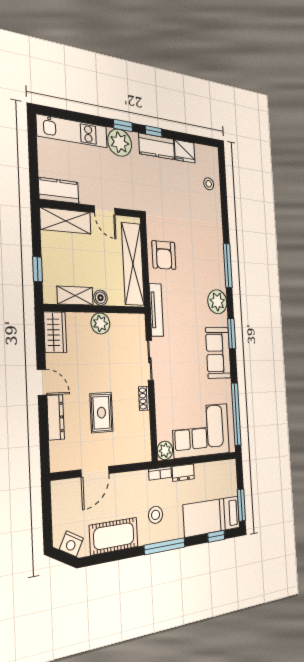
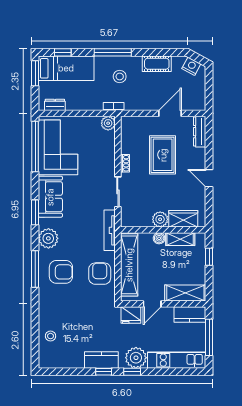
fridge: (185, 151) -> (131, 315), moved, turned 180
window: (33, 156) -> (209, 337), added
door: (105, 210) -> (152, 304), swing flipped
armchair: (203, 260) -> (61, 272), added
wardrobe: (55, 332) -> (183, 219), moved, turned 90
rug: (101, 413) -> (163, 155), width x1.36, depth x1.43
dresser: (56, 417) -> (200, 132), moved
corner sofa: (201, 430) -> (58, 147), moved, turned -90
dresser: (183, 473) -> (55, 105), moved
cot: (114, 536) -> (157, 64), width x0.73, depth x0.75

